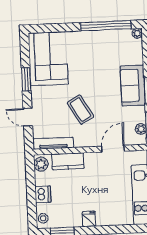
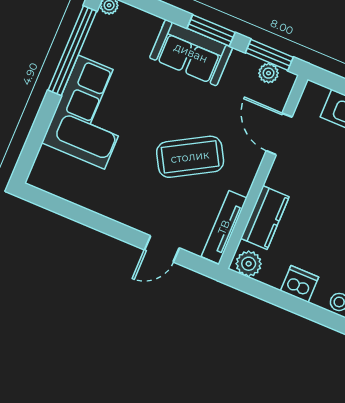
corner sofa: (48, 59) -> (91, 112), moved, turned 90
window: (26, 79) -> (99, 222), removed
coffee table: (81, 110) -> (190, 157), width x1.36, depth x1.32

